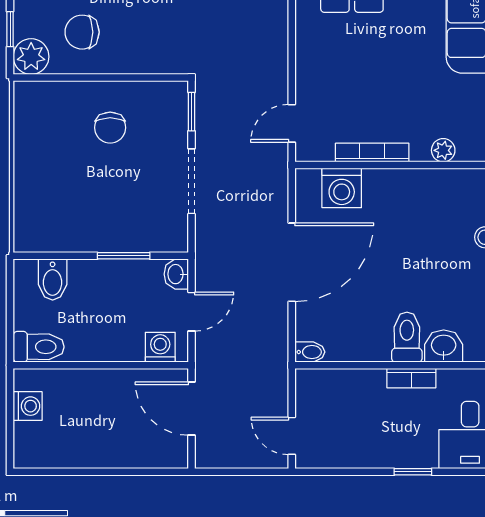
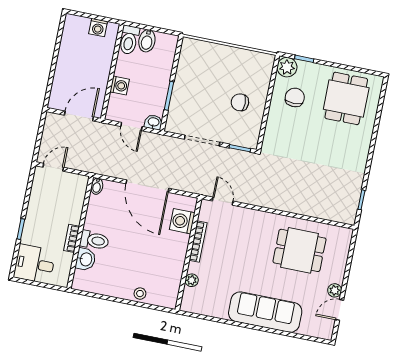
bidet: (53, 280) -> (147, 41), moved, turned -90
washing machine: (160, 347) -> (120, 85), moved

